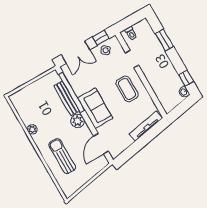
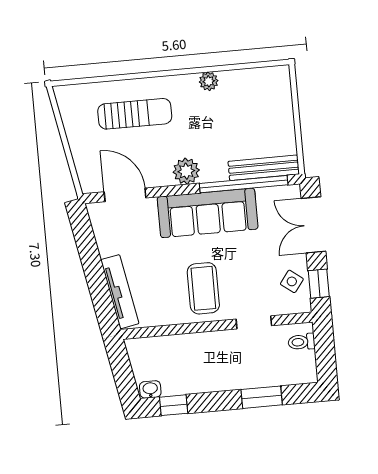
coffee table: (127, 89) -> (203, 288), turned 90
bench: (67, 98) -> (264, 168), moved
sofa: (95, 108) -> (208, 213), width x1.36

